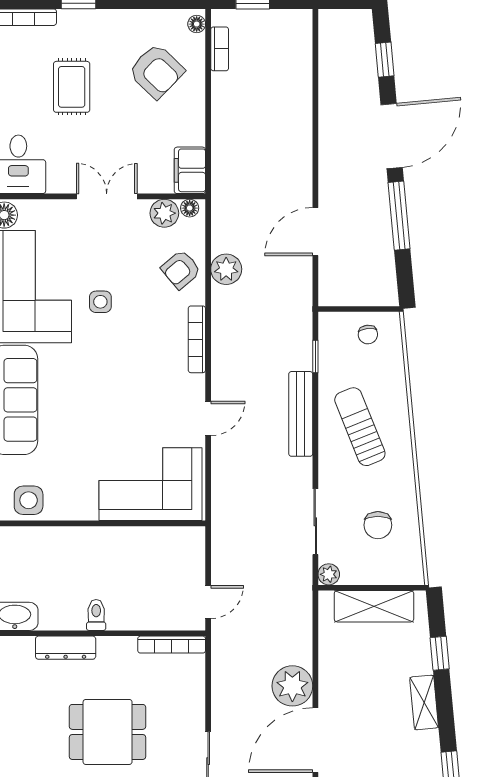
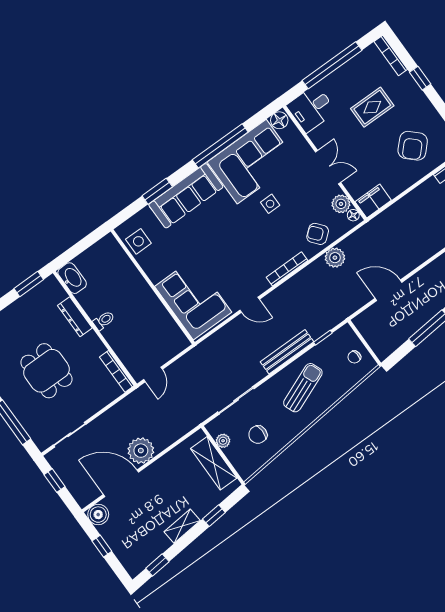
plant: (329, 574) -> (223, 441), moved
door: (208, 602) -> (153, 374), hinge flipped

